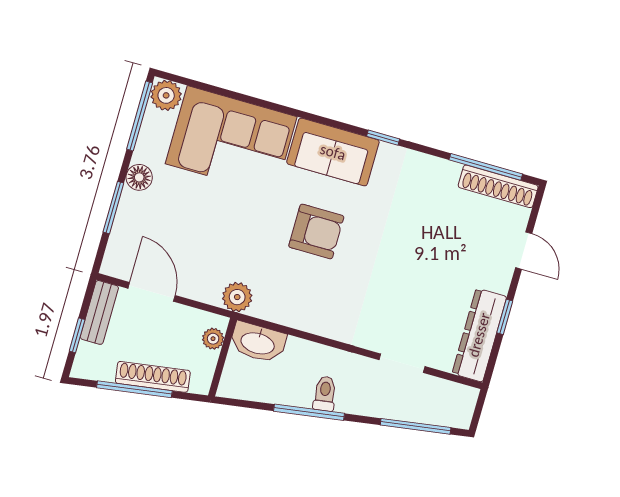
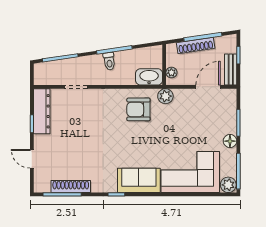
shoe rack: (498, 186) -> (71, 187), moved
armchair: (316, 231) -> (138, 109), moved
door: (152, 292) -> (208, 87), swing flipped

